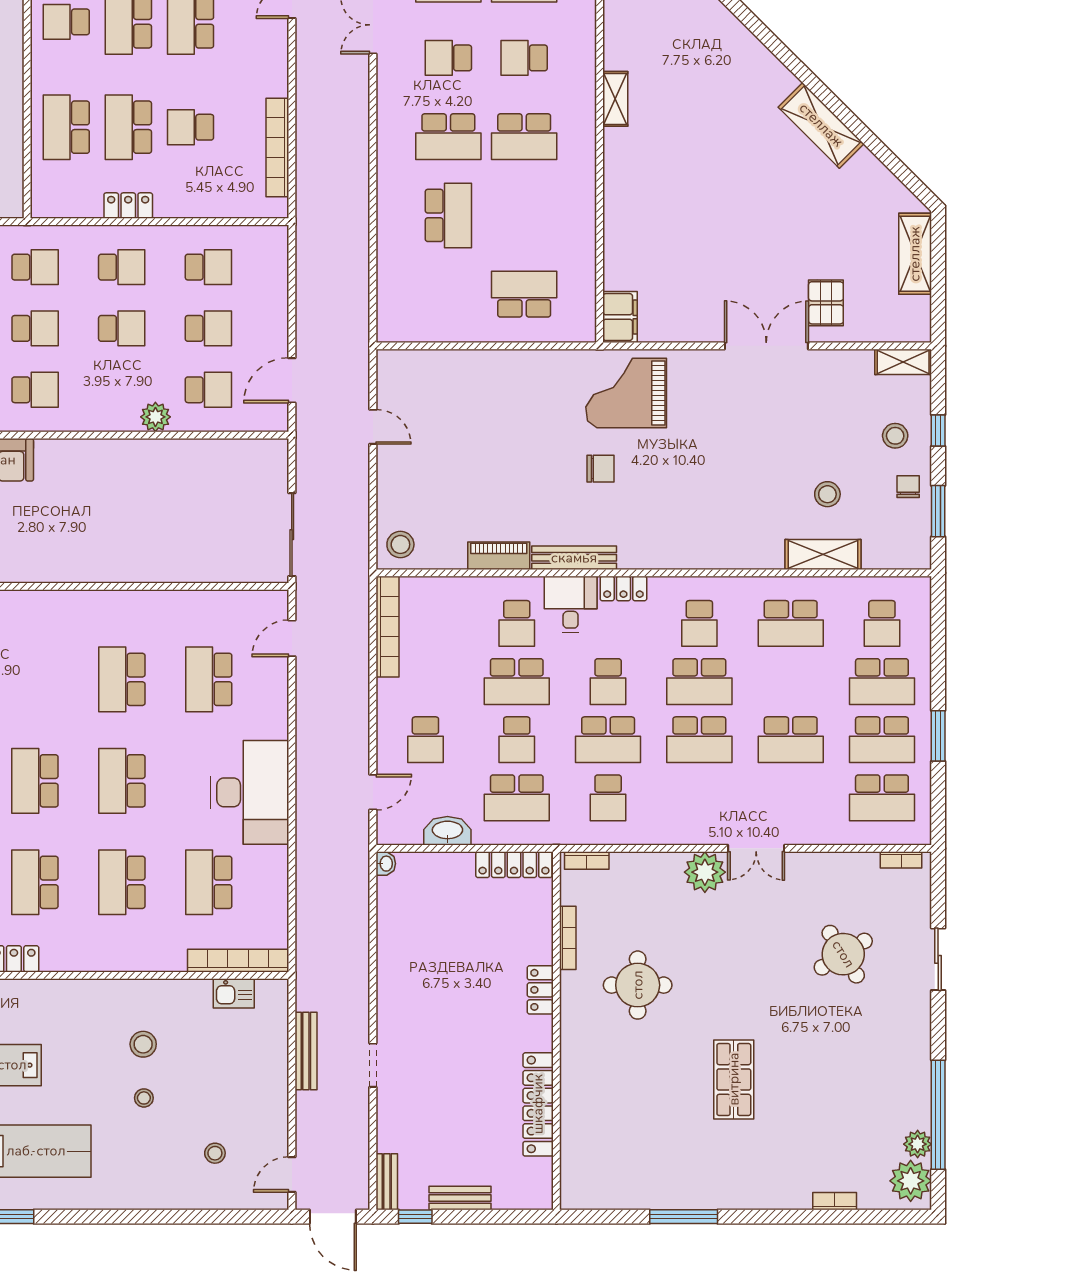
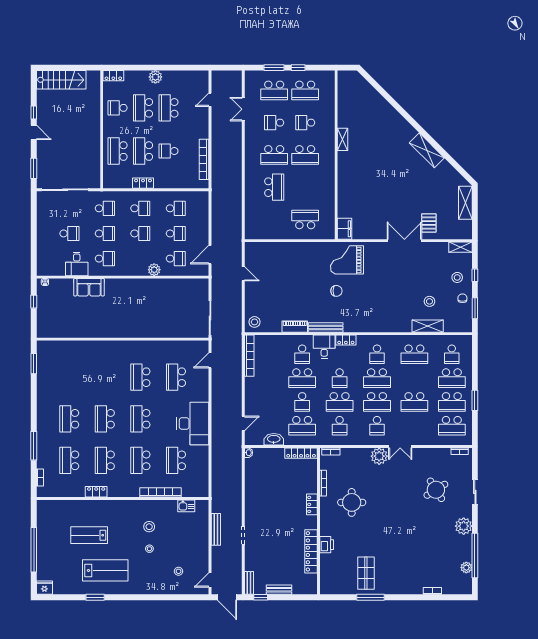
school desk: (425, 740) -> (377, 426), moved
bookcase: (238, 961) -> (160, 492), moved
shop shelf: (734, 1079) -> (366, 573), moved
printer: (576, 1088) -> (327, 545), added
plant: (911, 1181) -> (464, 526), moved

